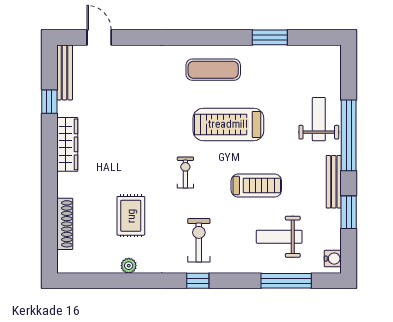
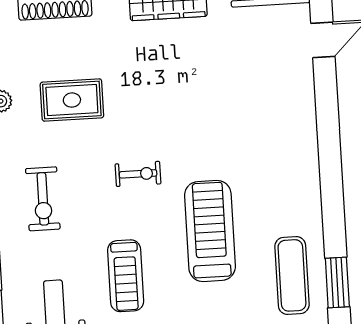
exercise mat: (213, 70) -> (292, 275), moved
exercise bike: (199, 240) -> (43, 199), turned 90

